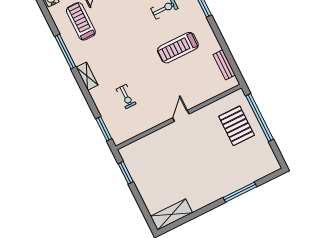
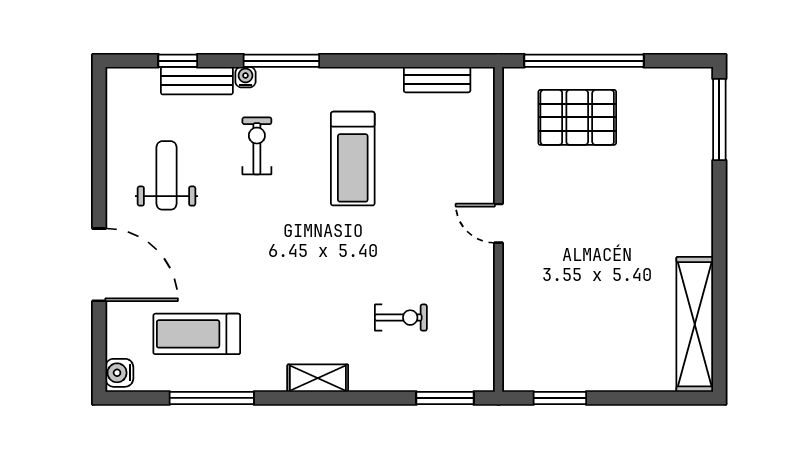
window: (65, 52) -> (212, 398), moved
window: (240, 192) -> (719, 119), moved
shelving: (171, 214) -> (695, 324), width x1.47

